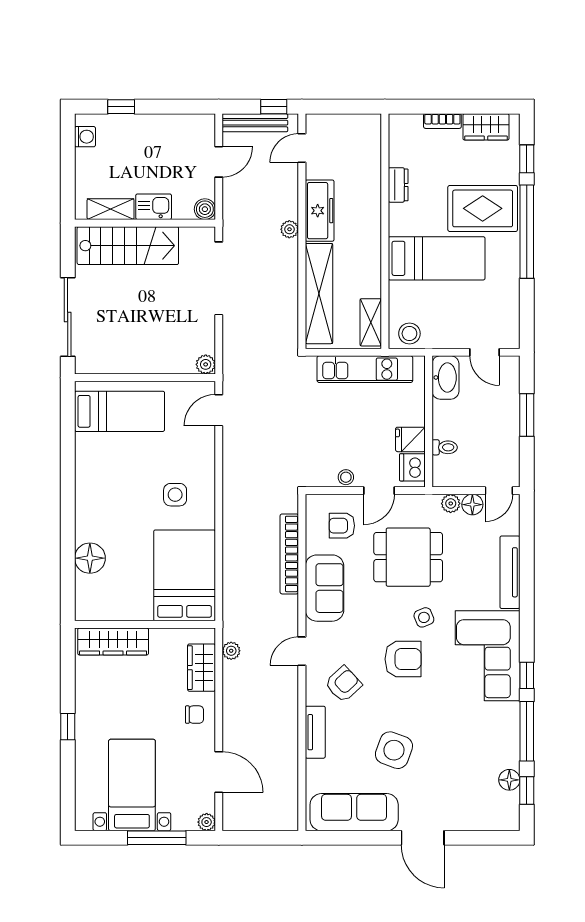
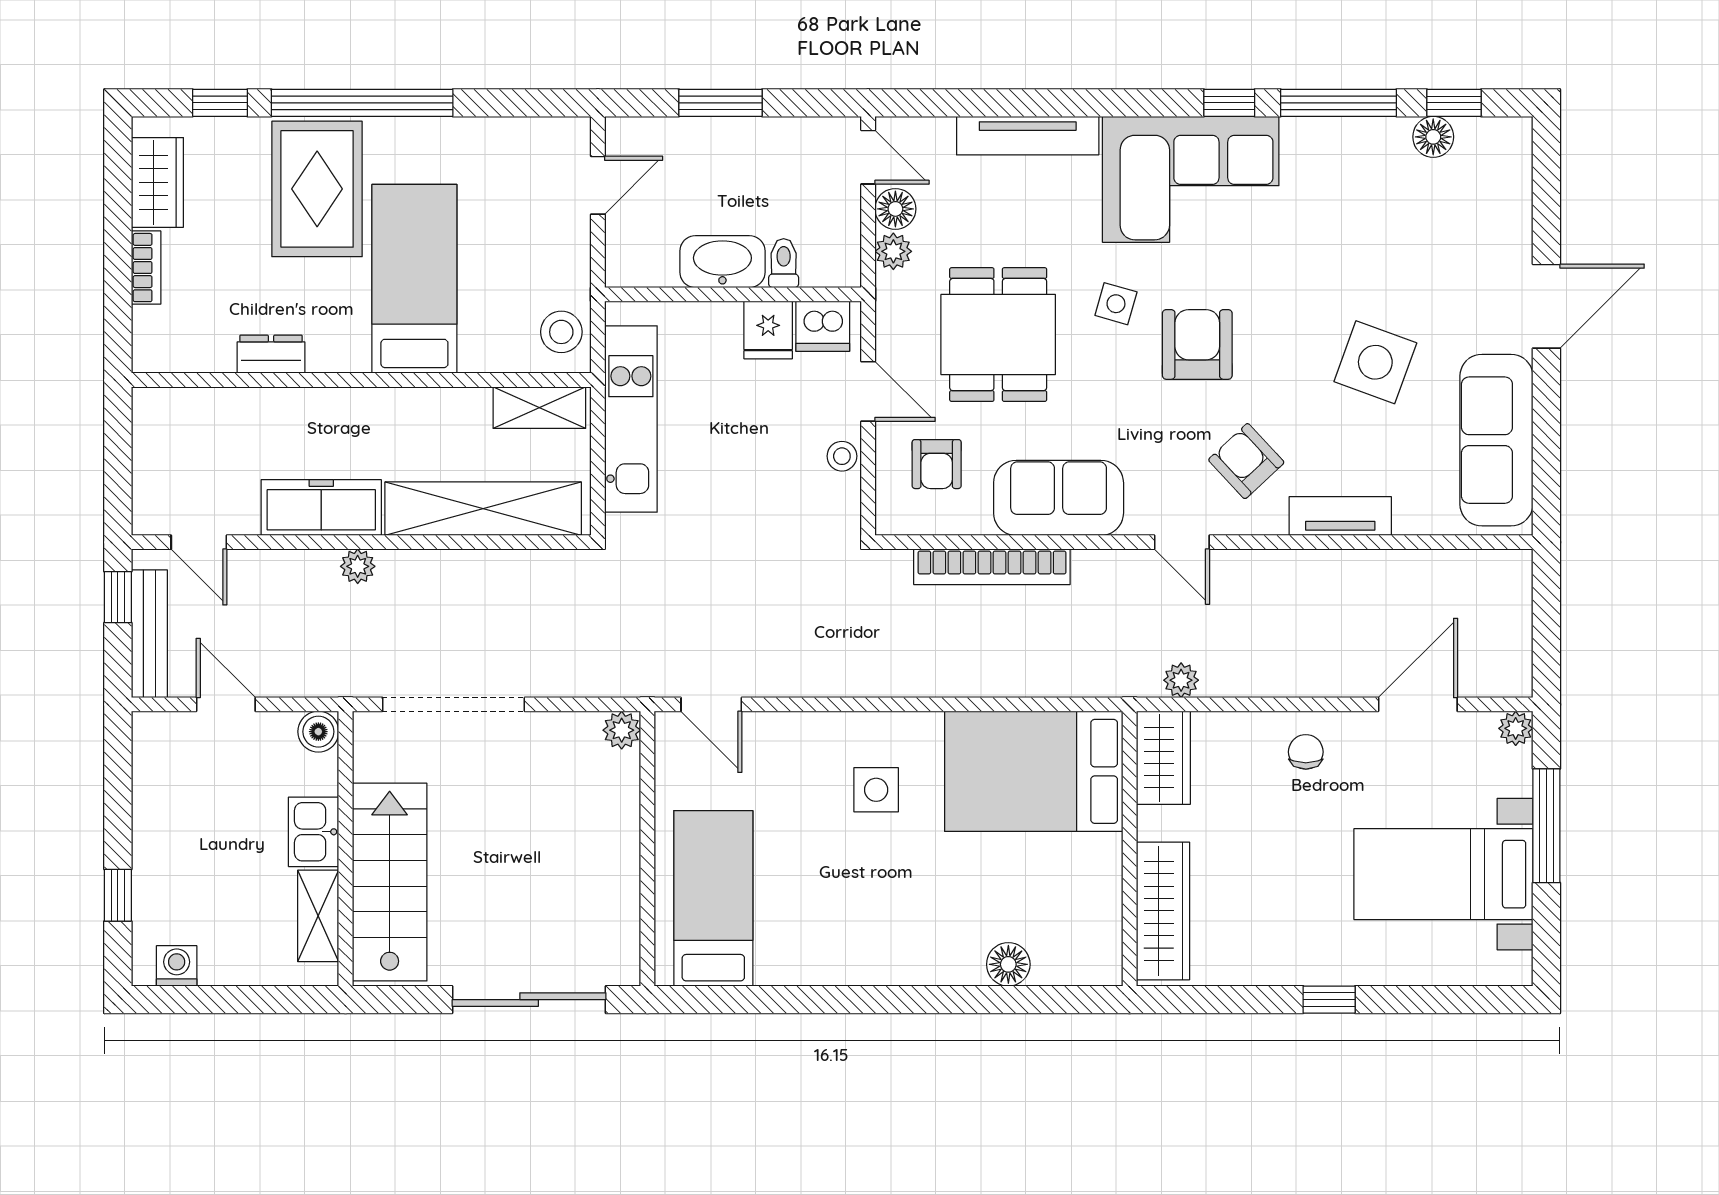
washbasin: (445, 377) -> (722, 262), moved
floor lamp: (90, 558) -> (1008, 964), width x0.73, depth x0.73
side table: (424, 617) -> (1116, 304), turned 38
wardrobe: (202, 668) -> (1163, 758), moved, turned -90

